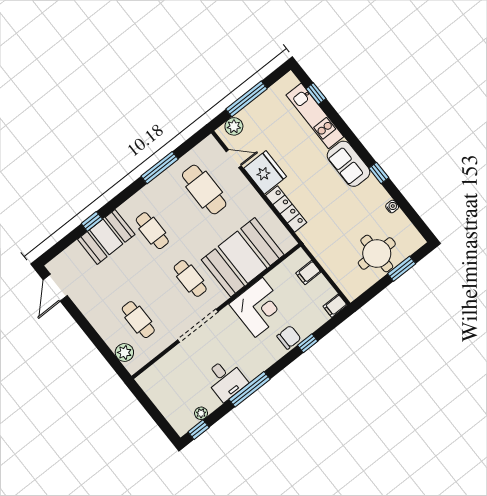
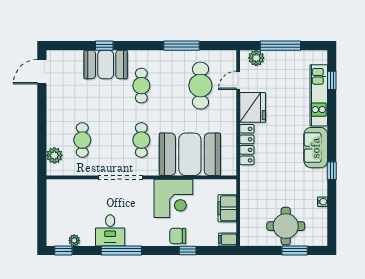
door: (234, 159) -> (238, 80), swing flipped
filing cabinet: (308, 273) -> (227, 208), width x2.00
chair: (289, 337) -> (178, 236), turned 180

